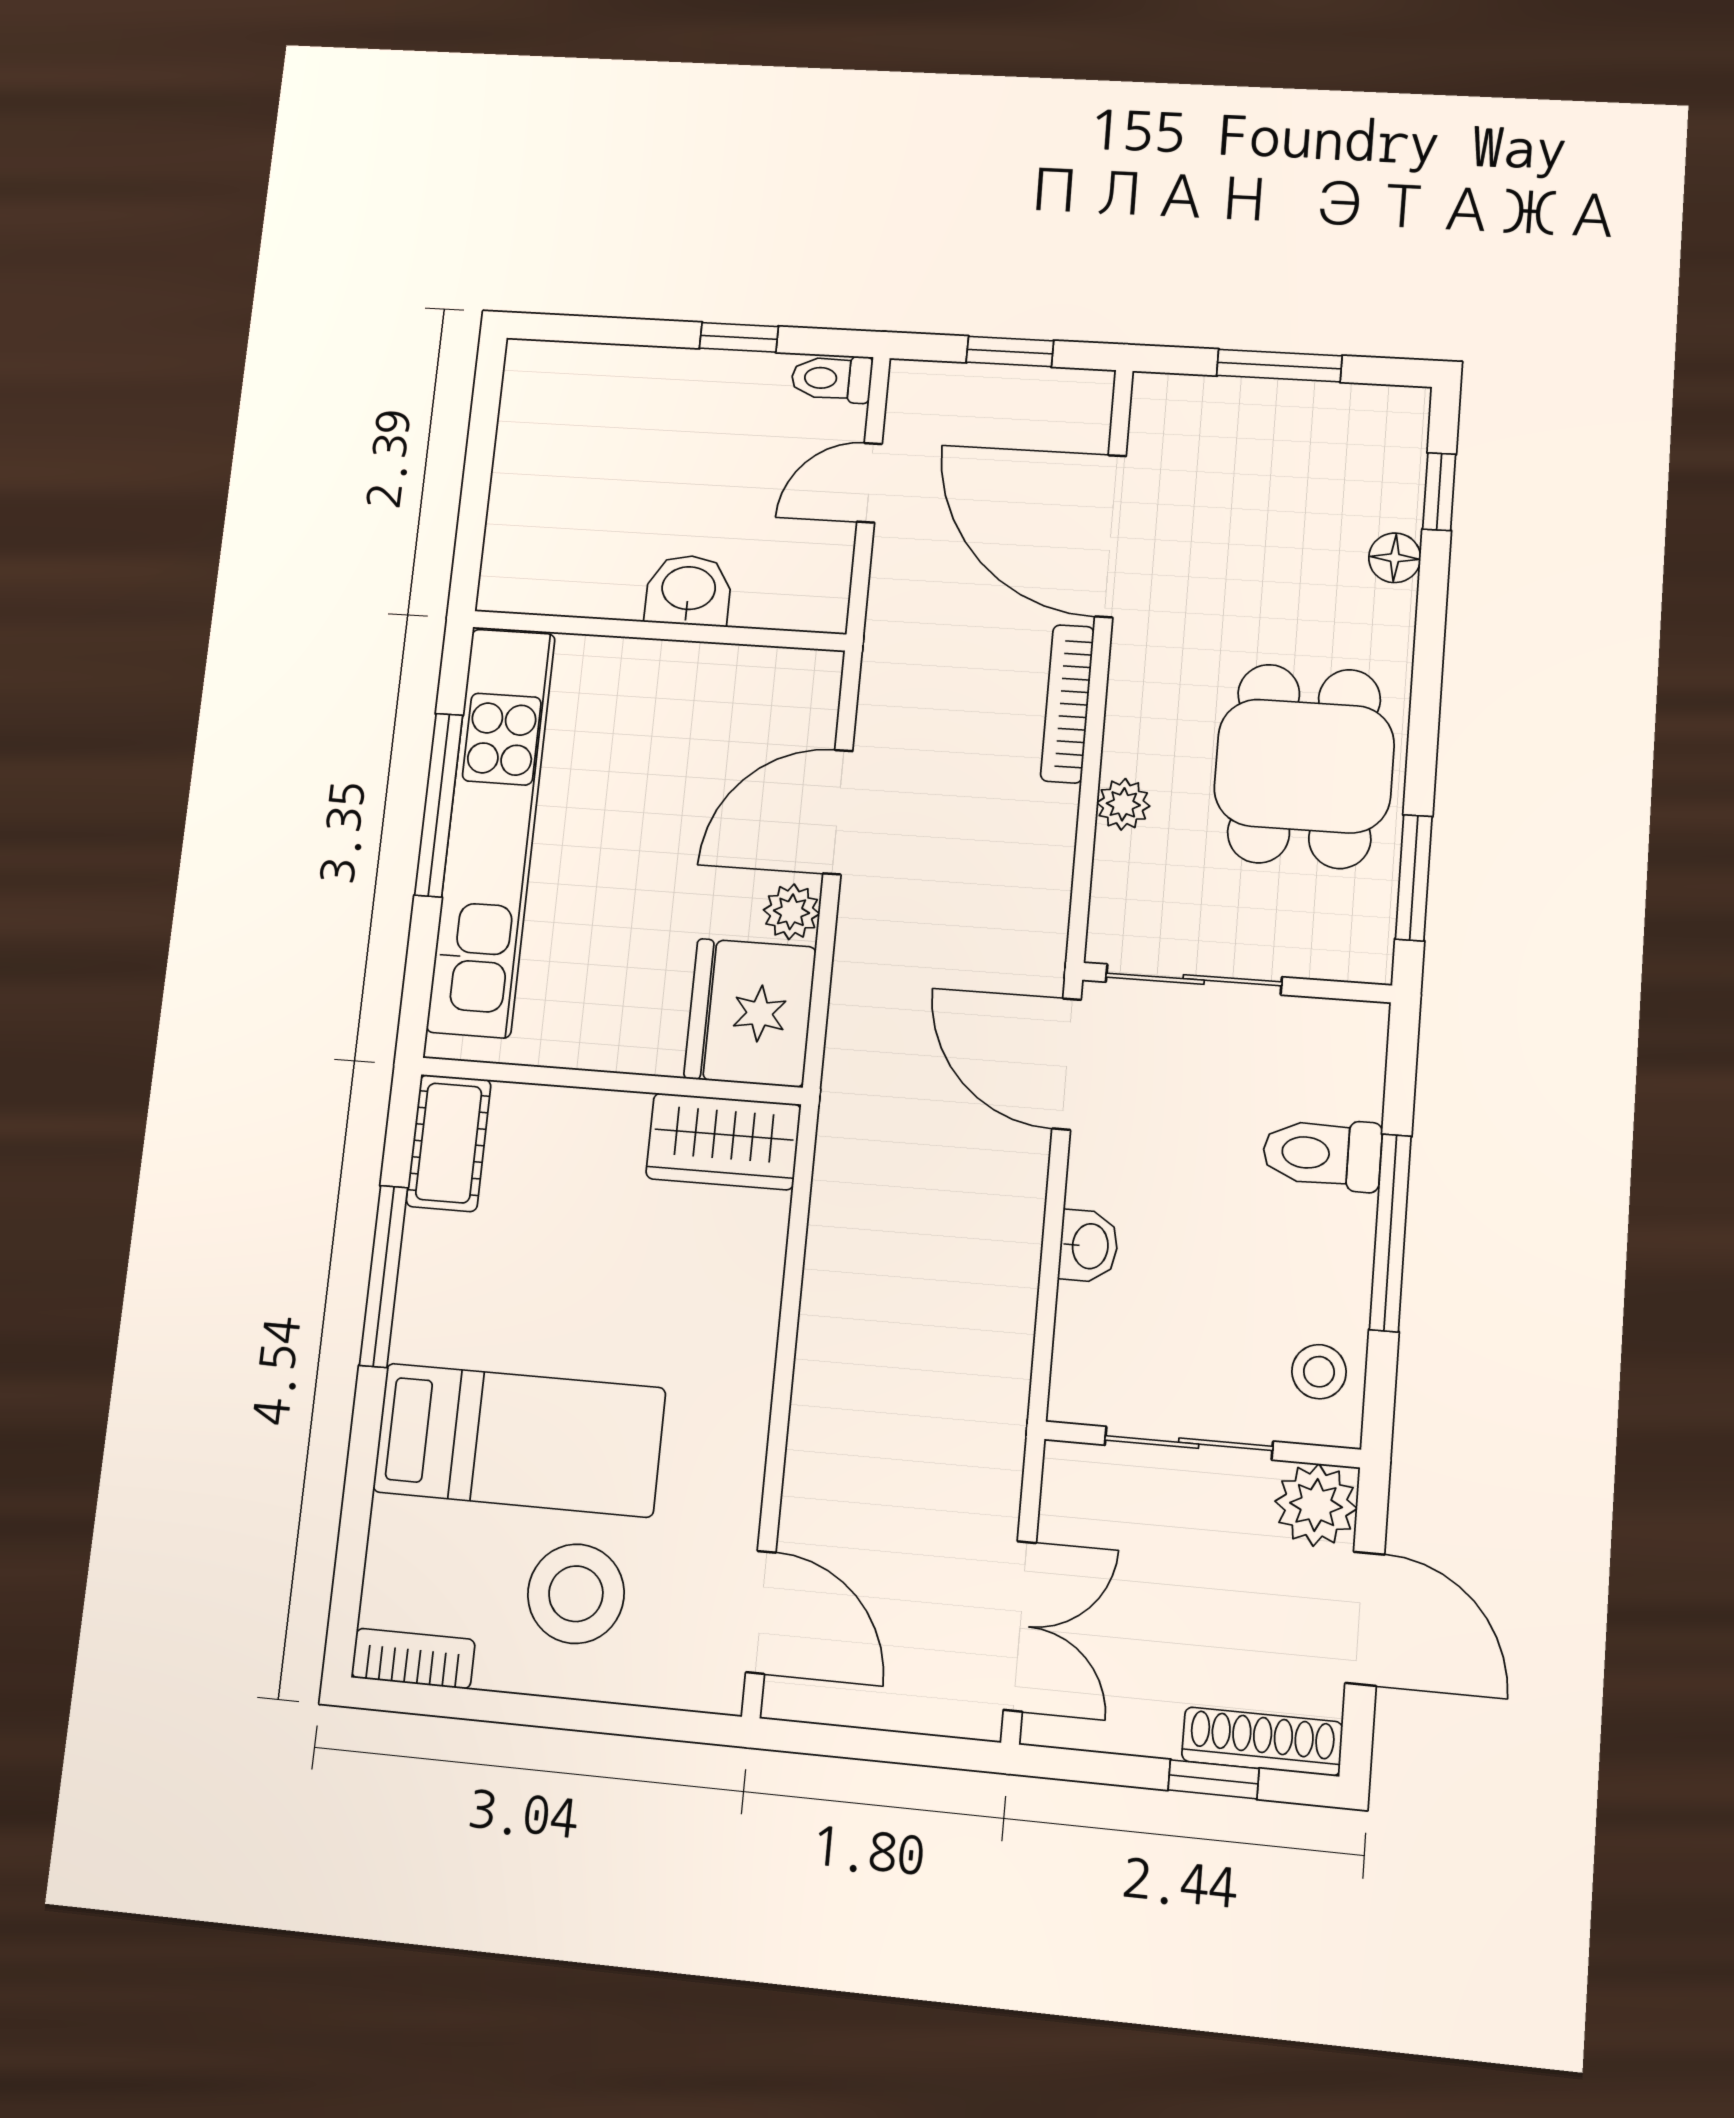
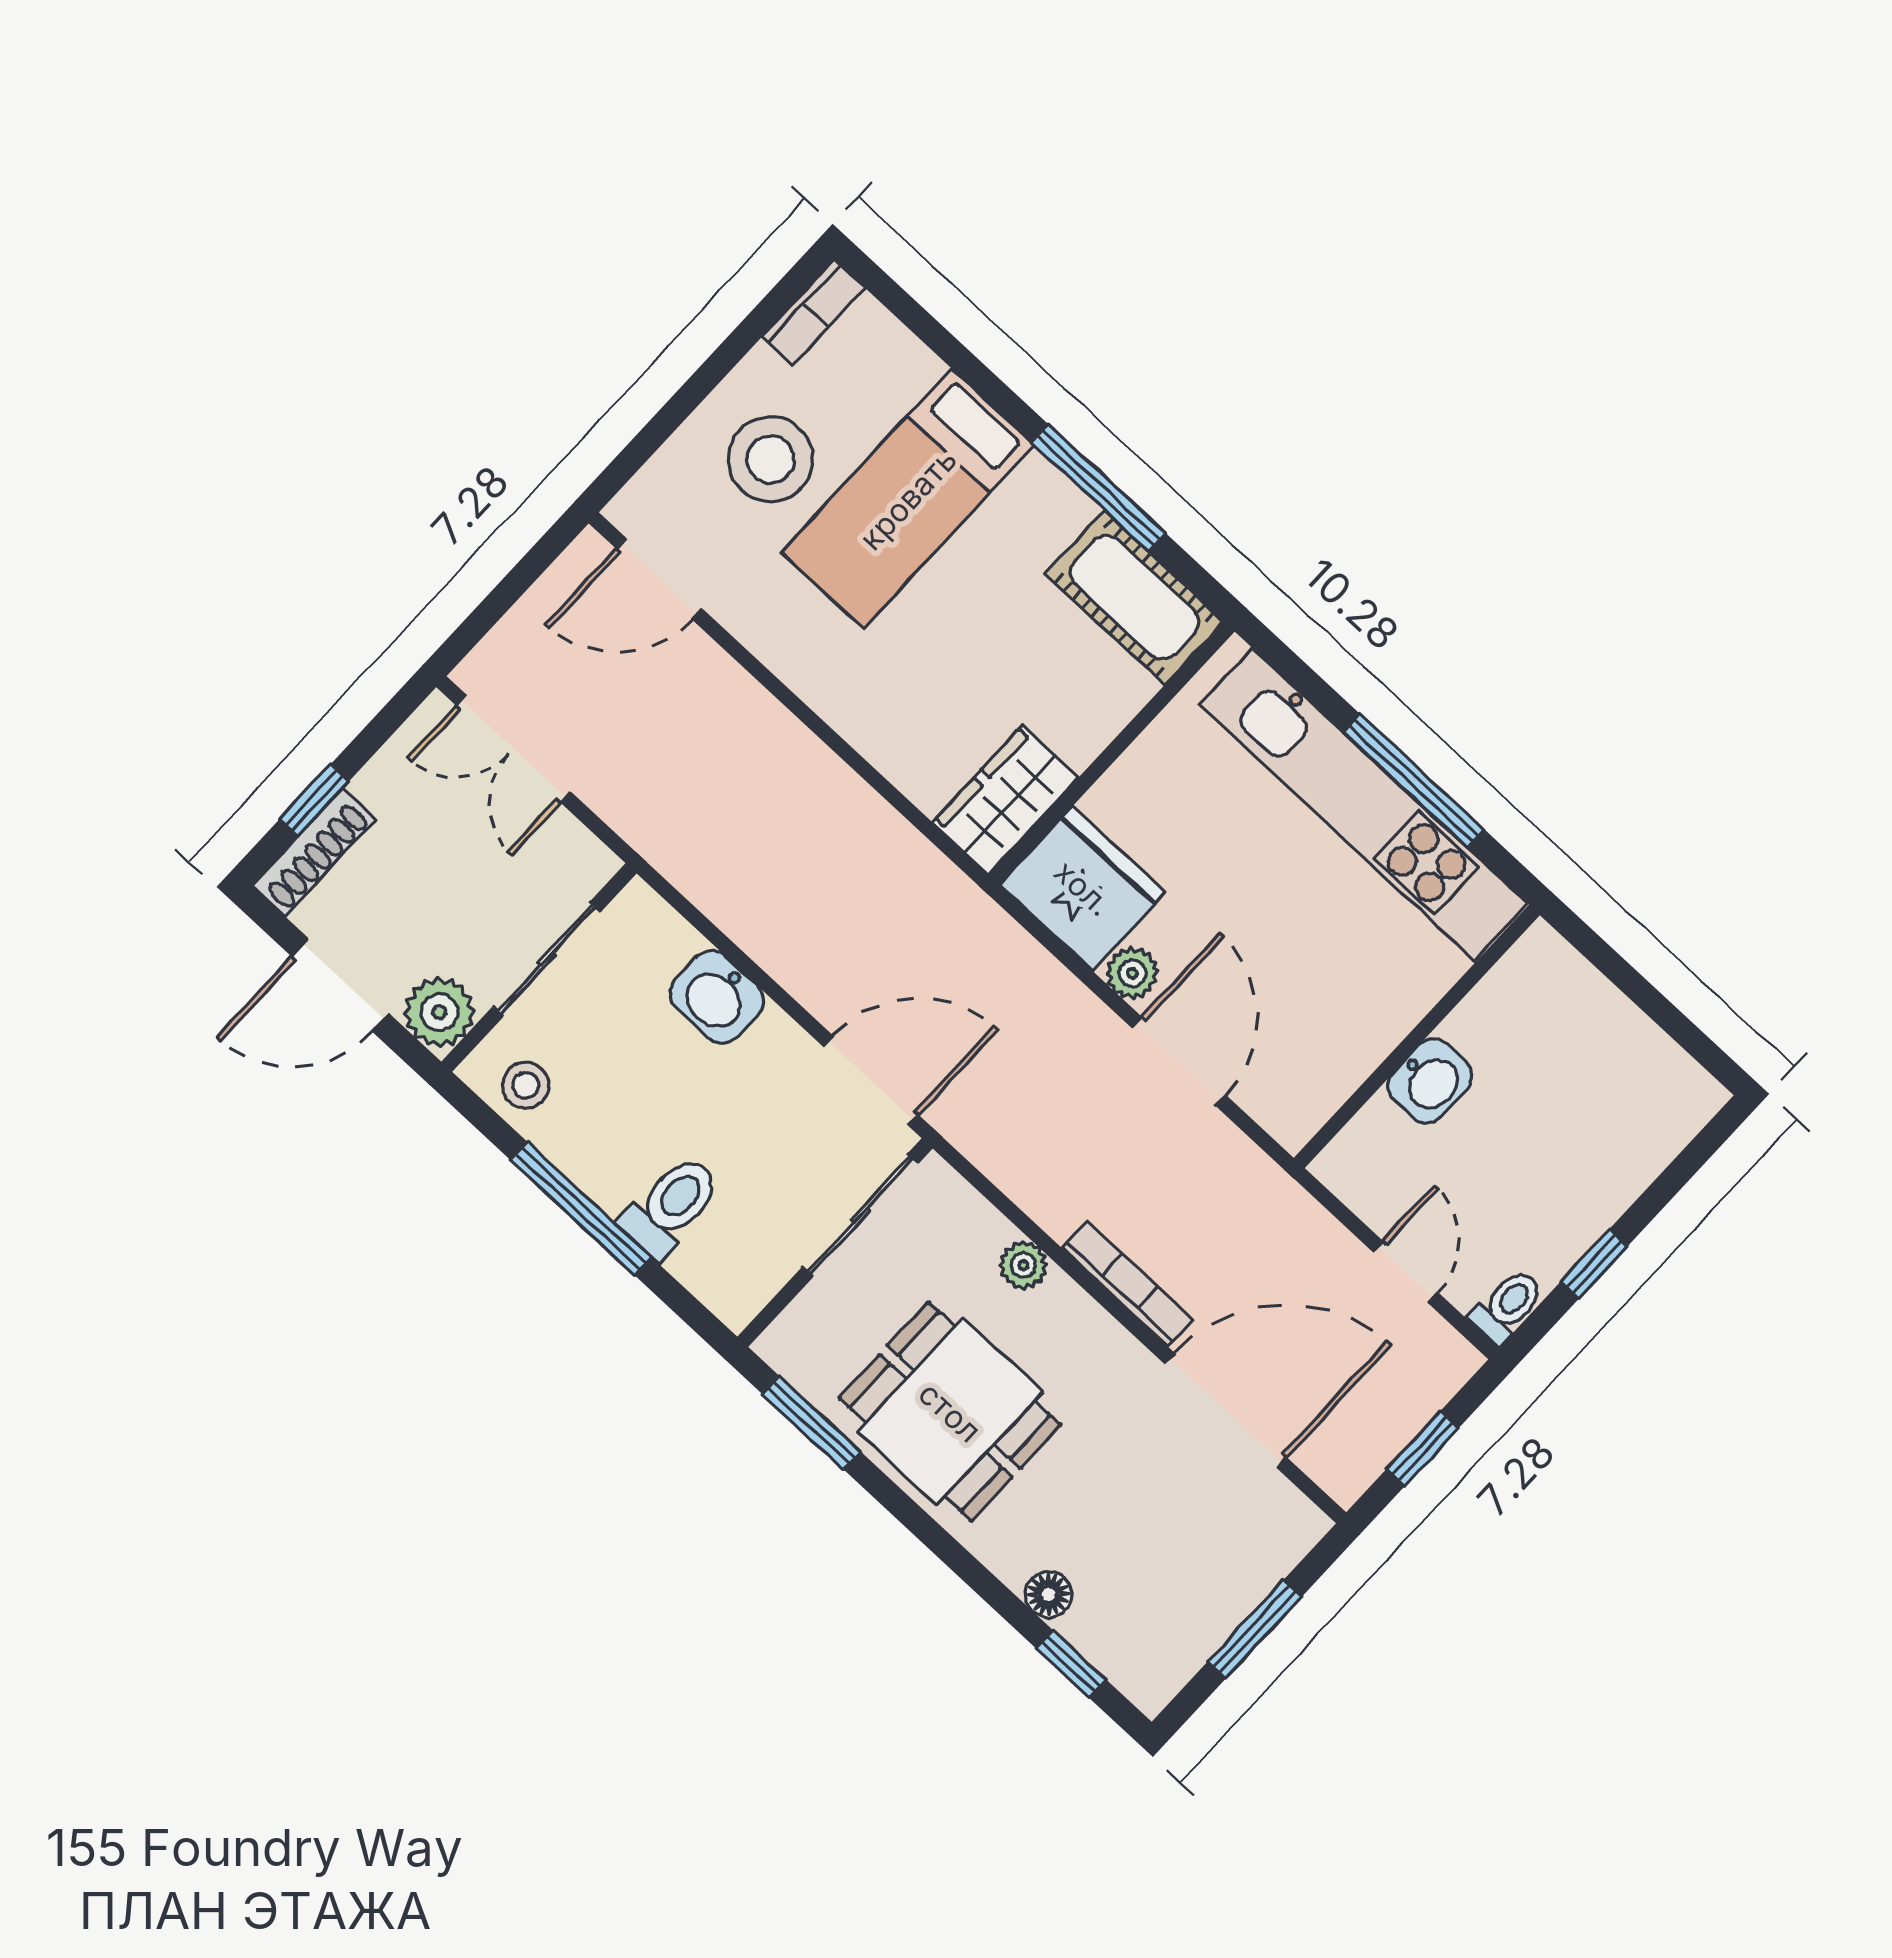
cot: (449, 1143) -> (1135, 598), width x1.37, depth x1.34
washbasin: (1089, 1246) -> (717, 997), width x1.38, depth x1.45

